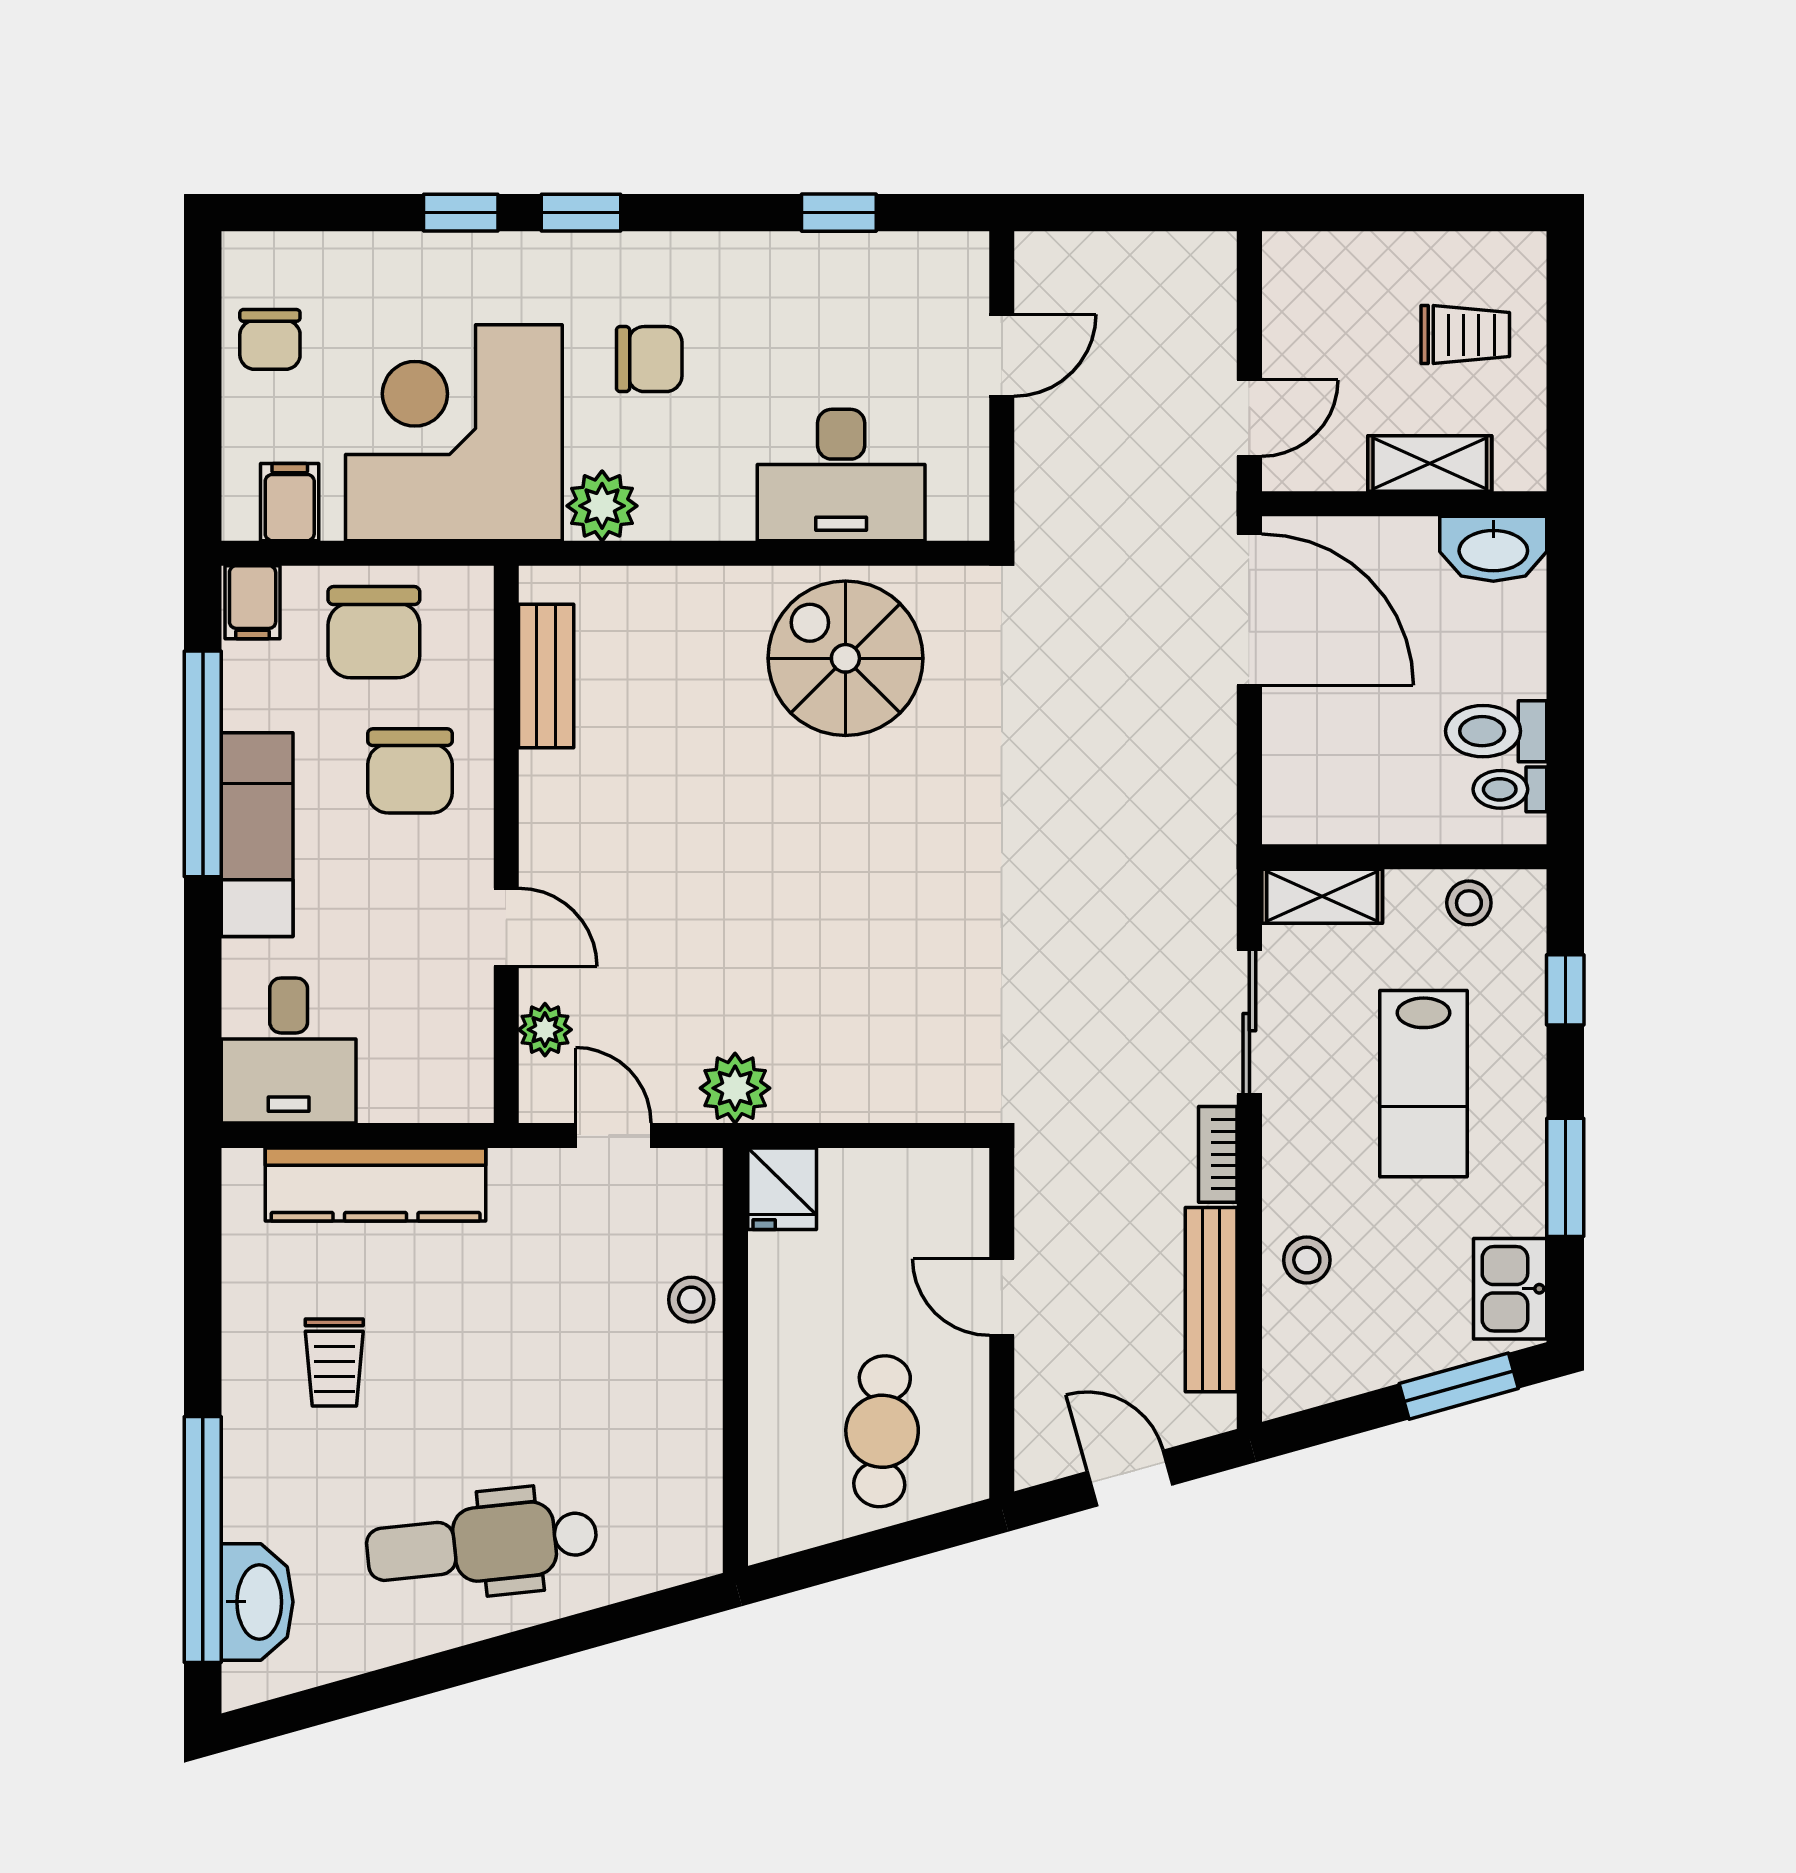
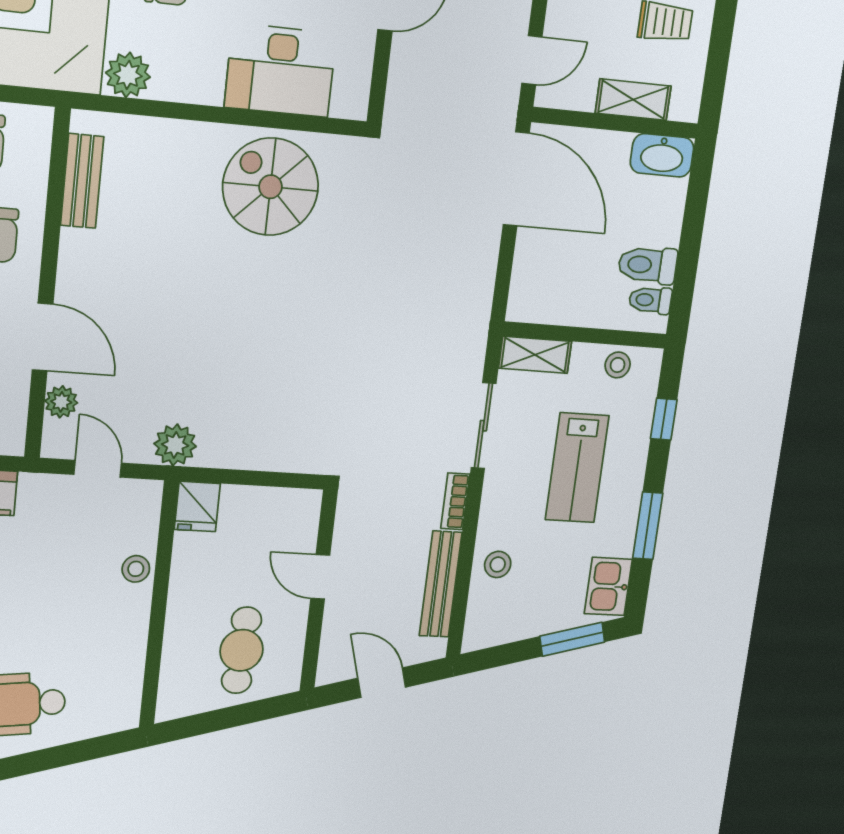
door: (506, 927) -> (43, 337), width x1.38

